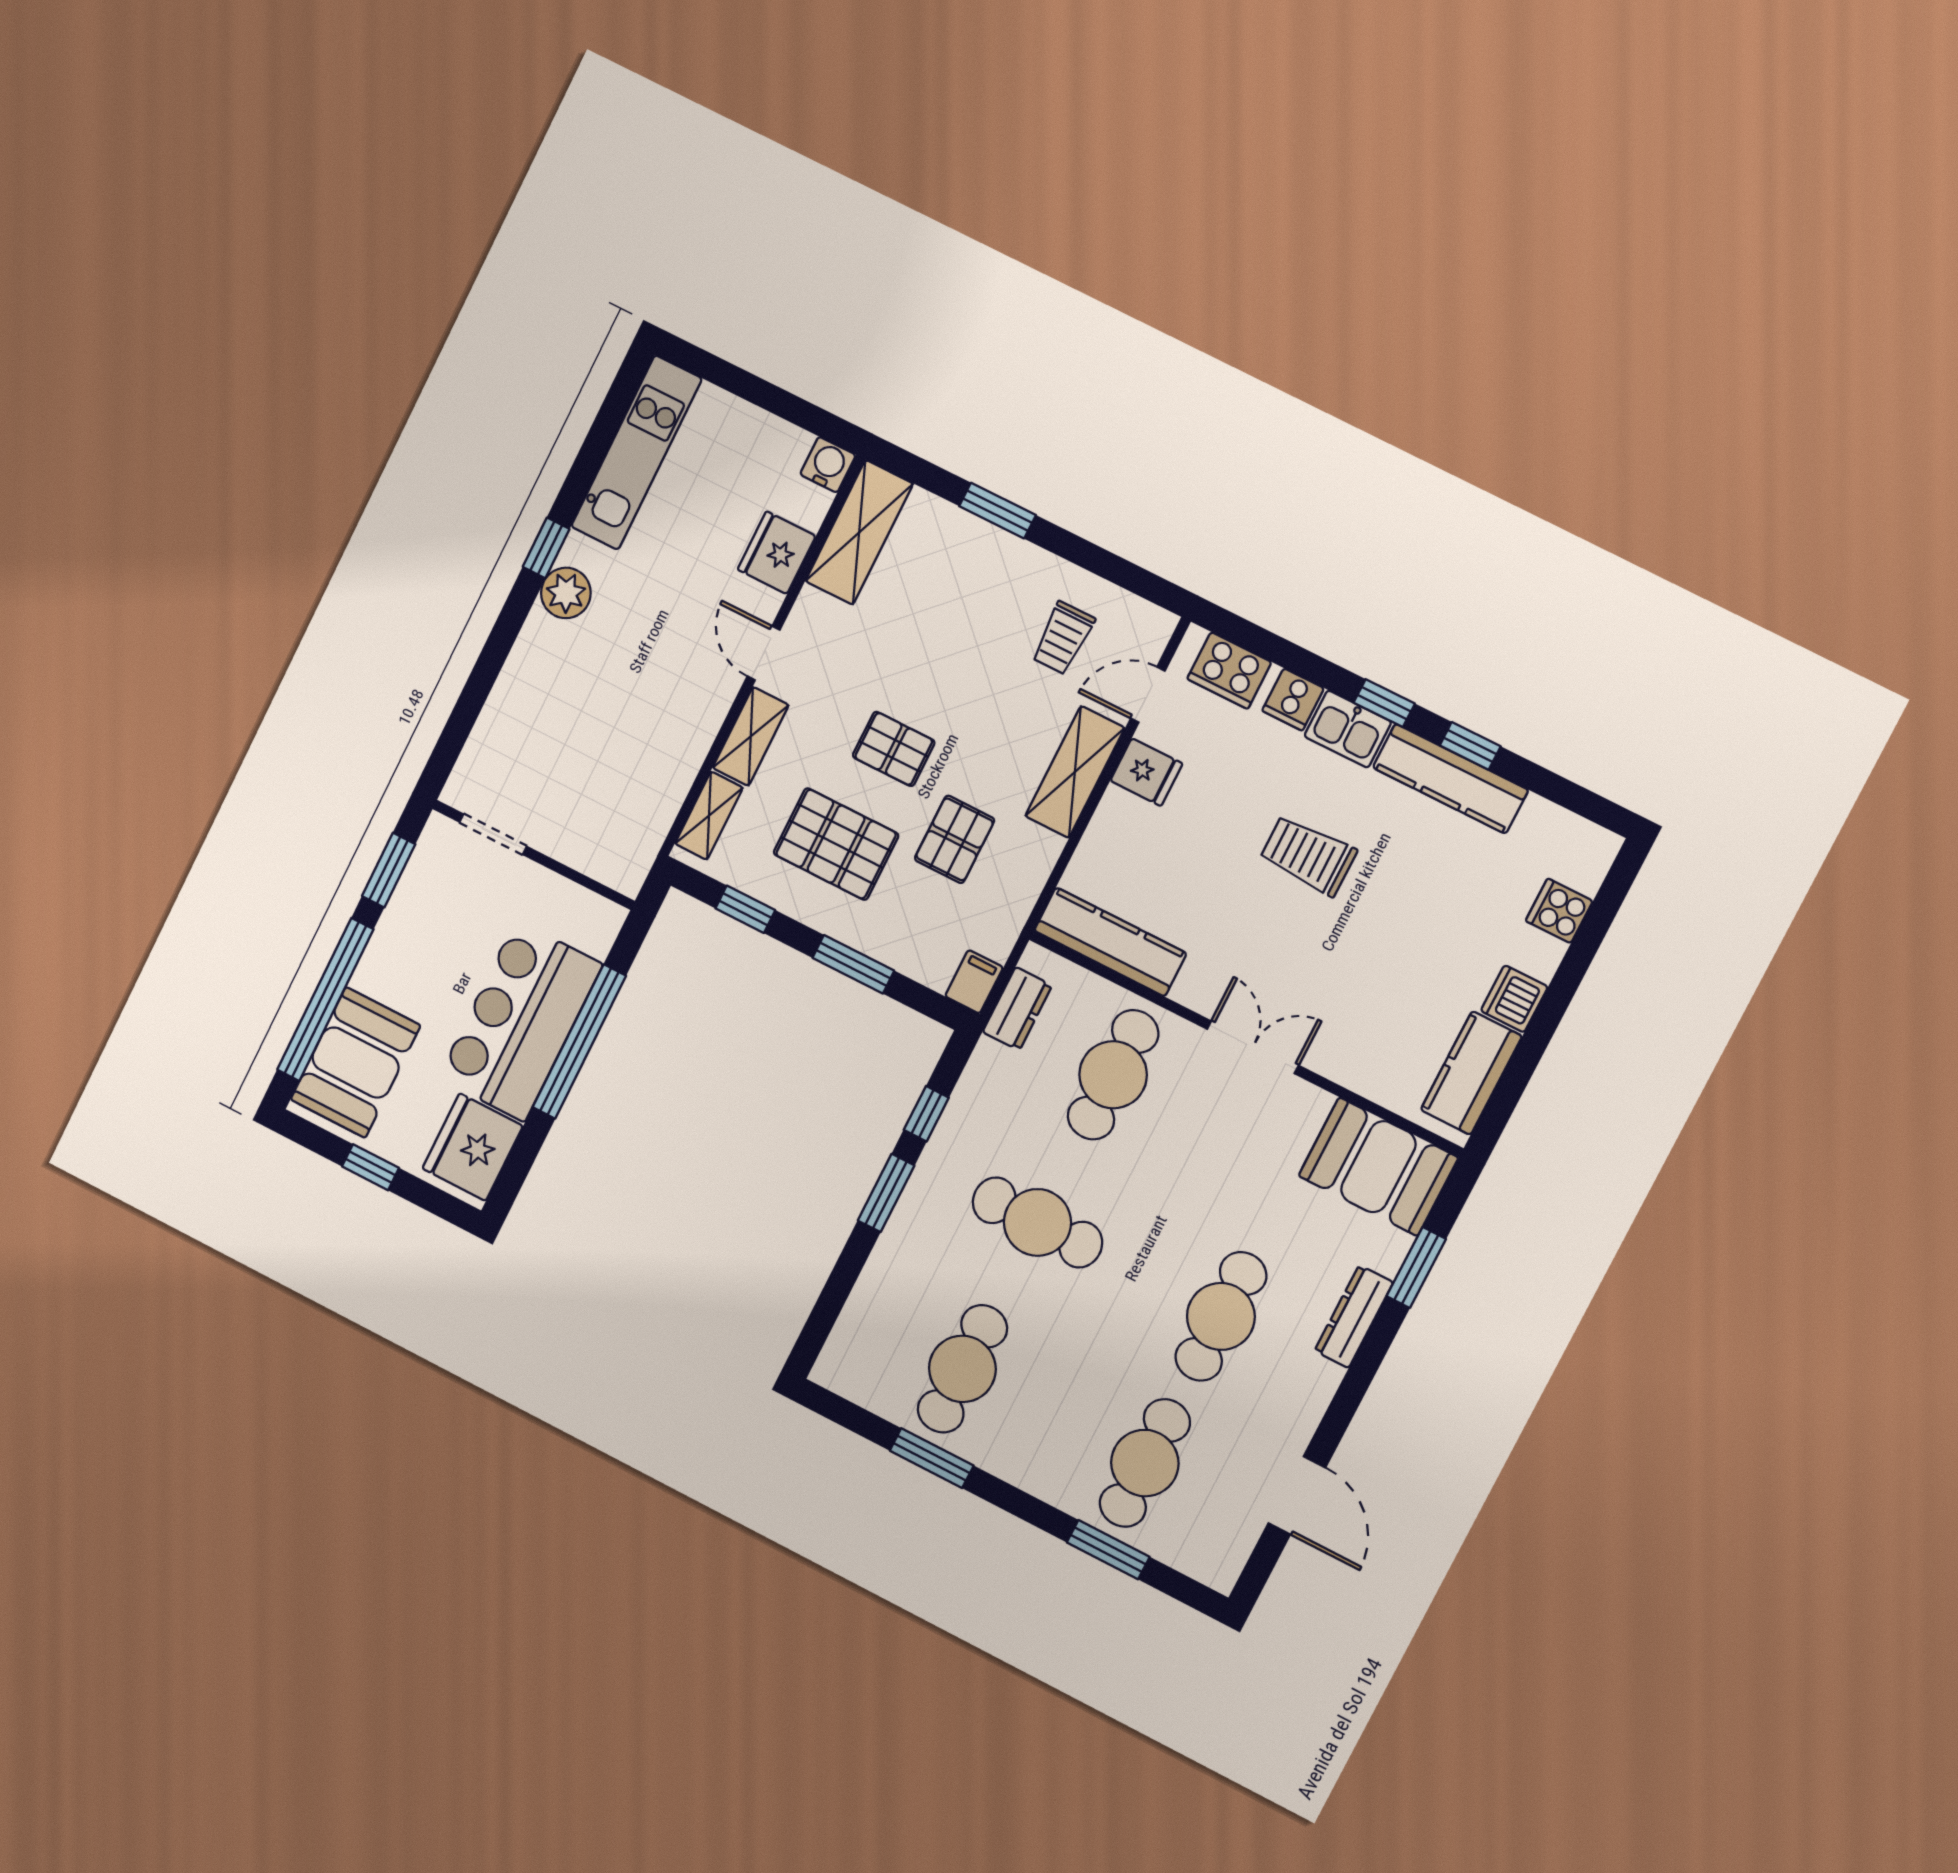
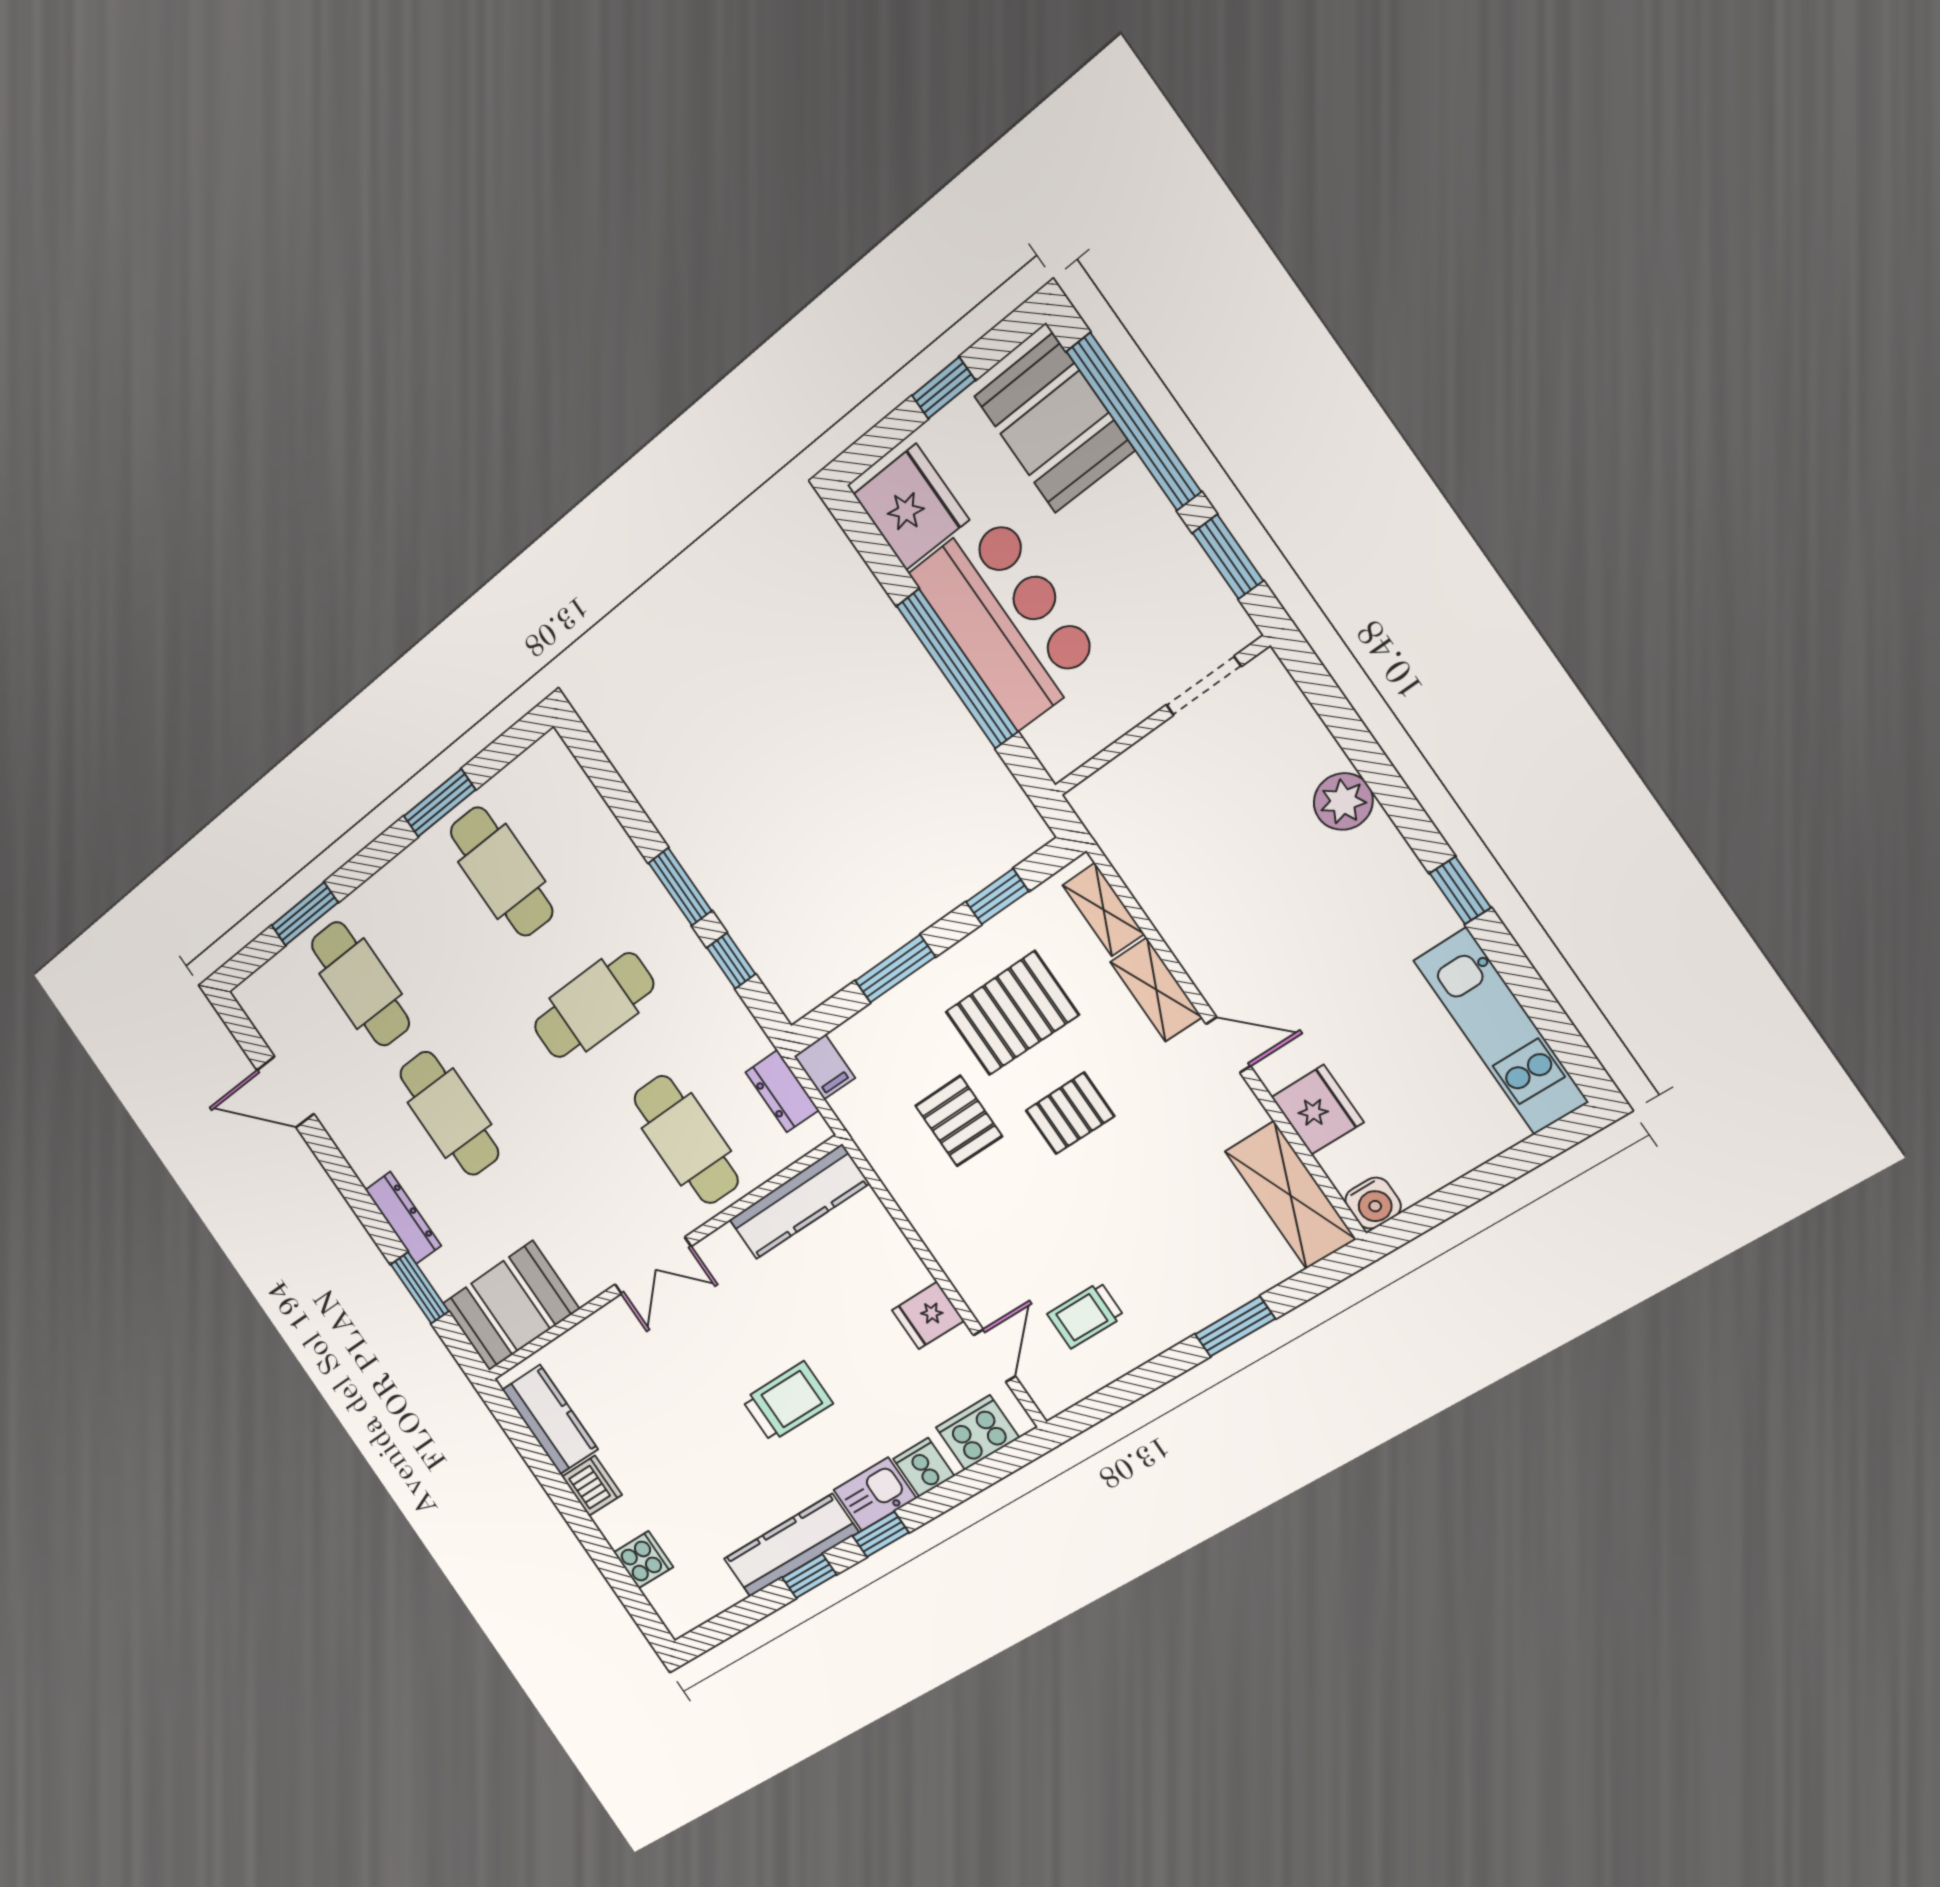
plant: (566, 593) -> (1343, 801), moved
trolley: (1063, 638) -> (1085, 1315), turned -90
shelving: (1075, 772) -> (961, 1257), removed

